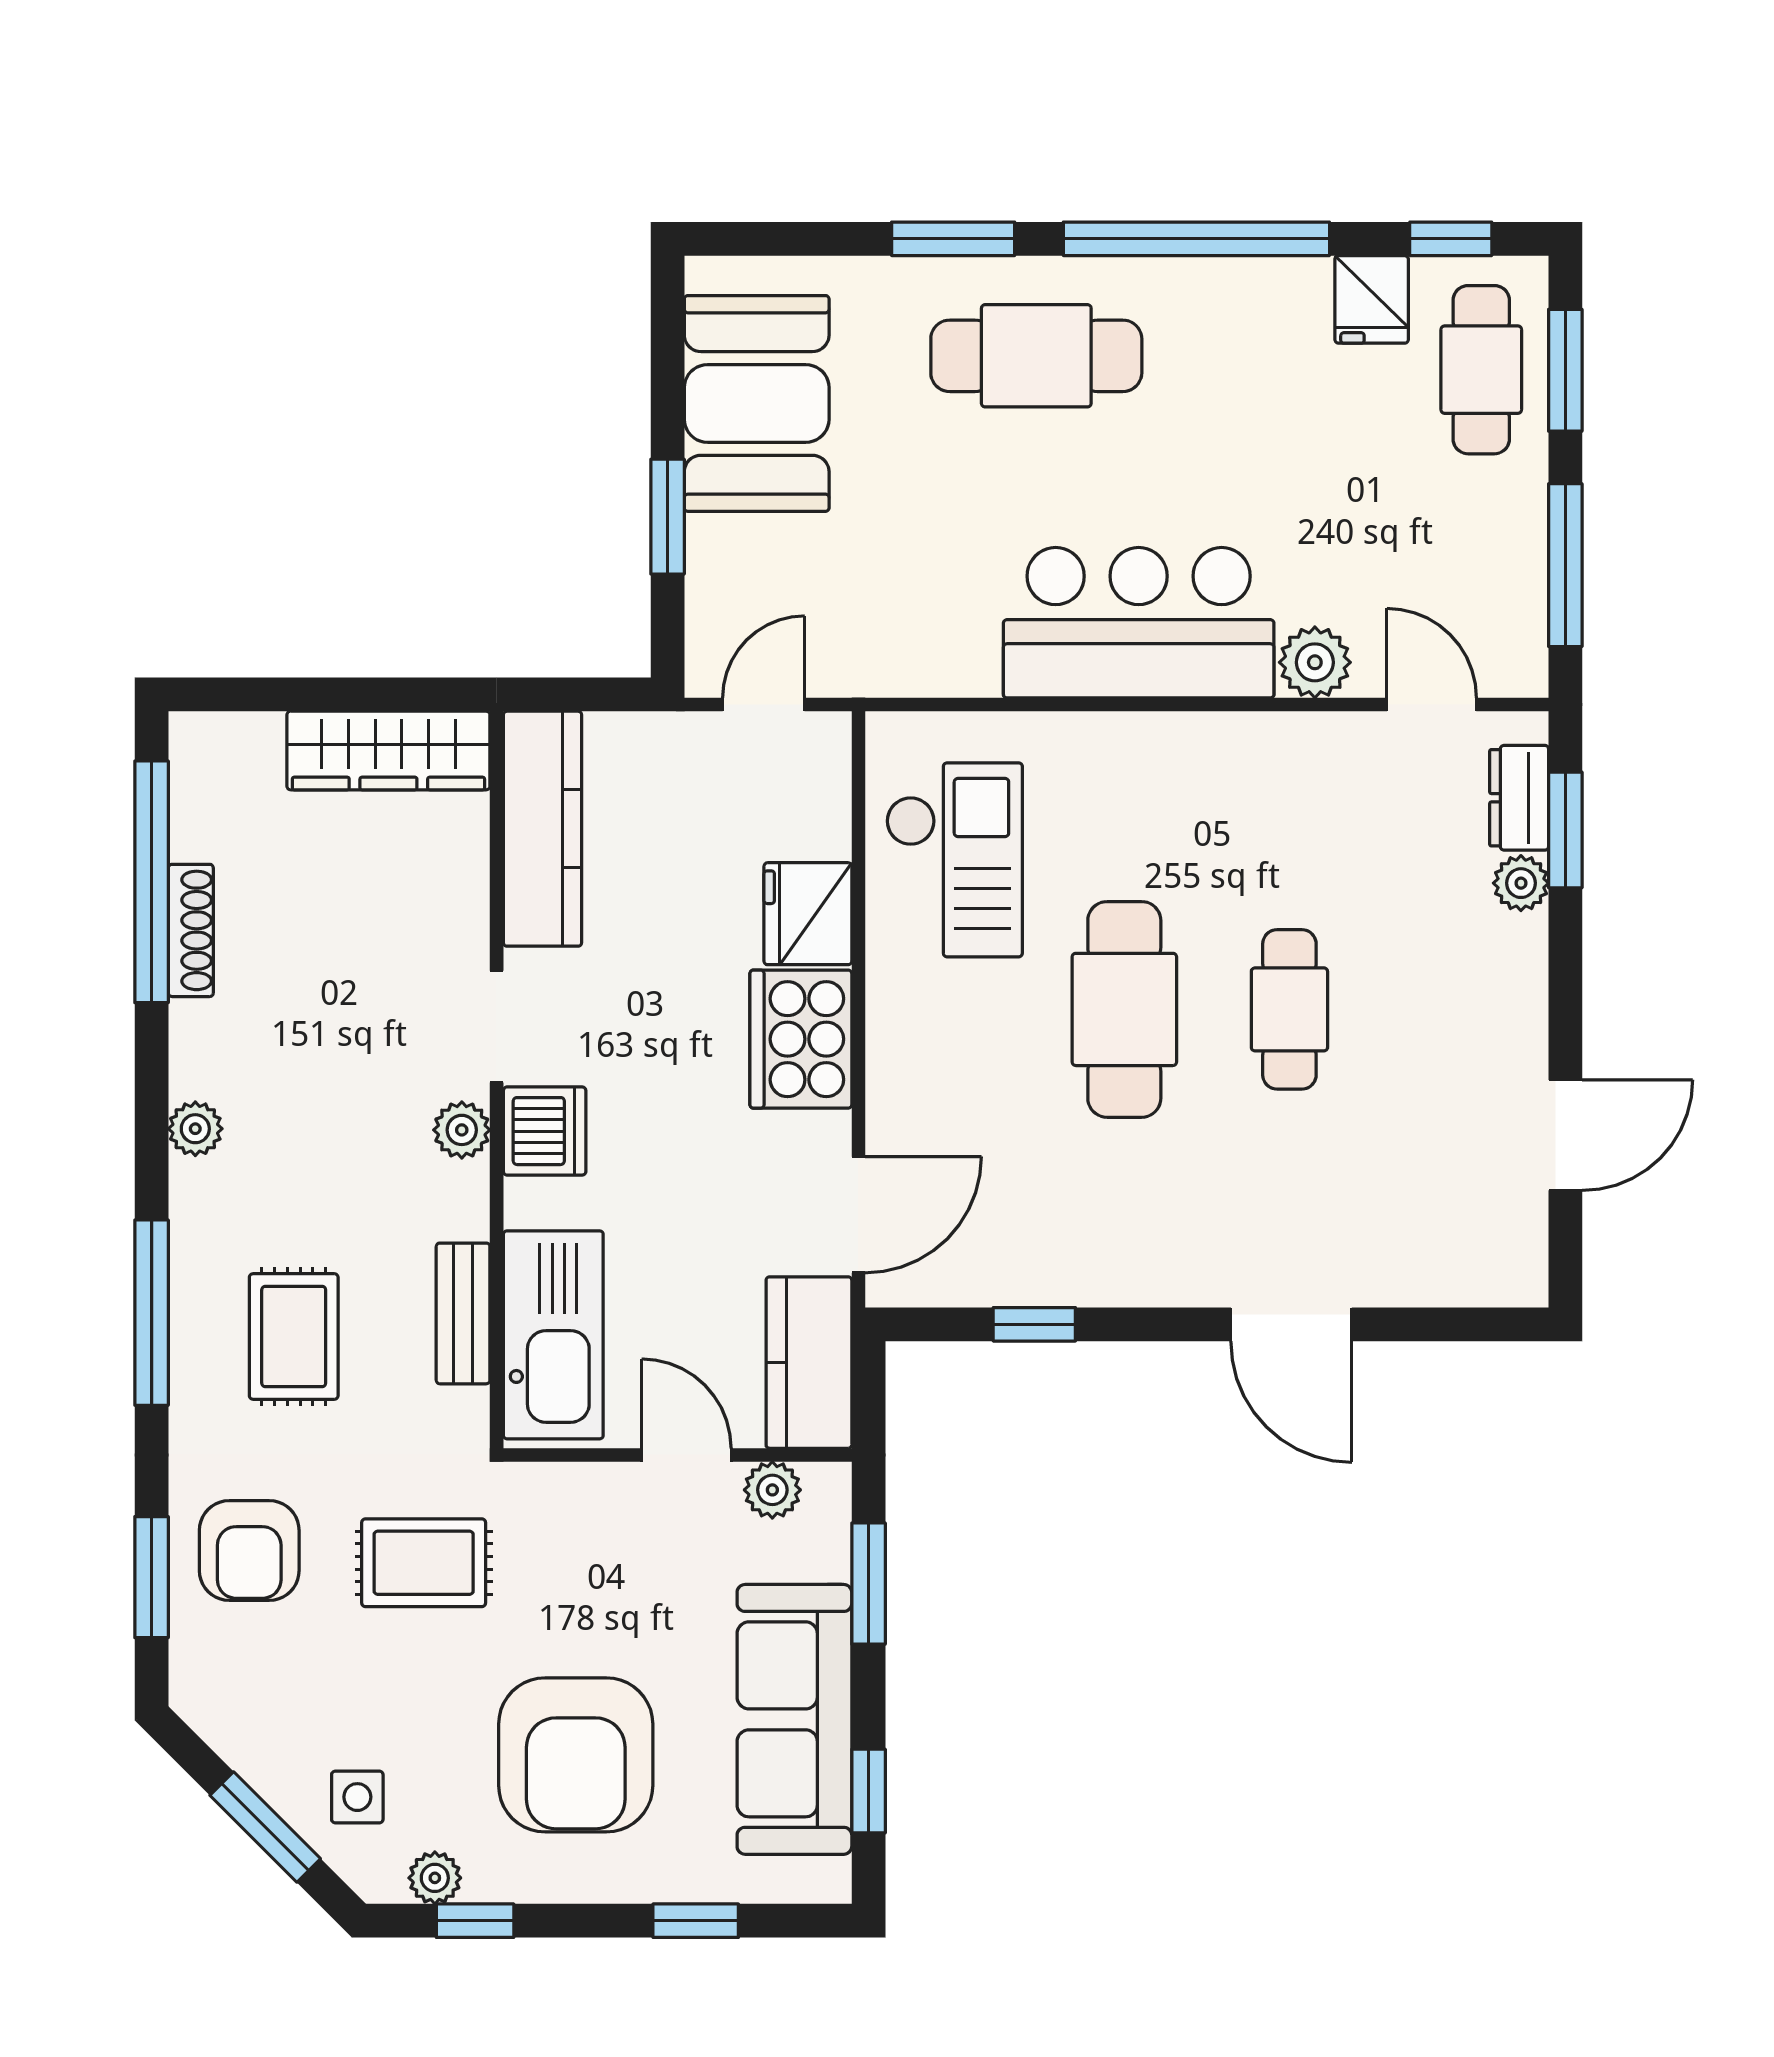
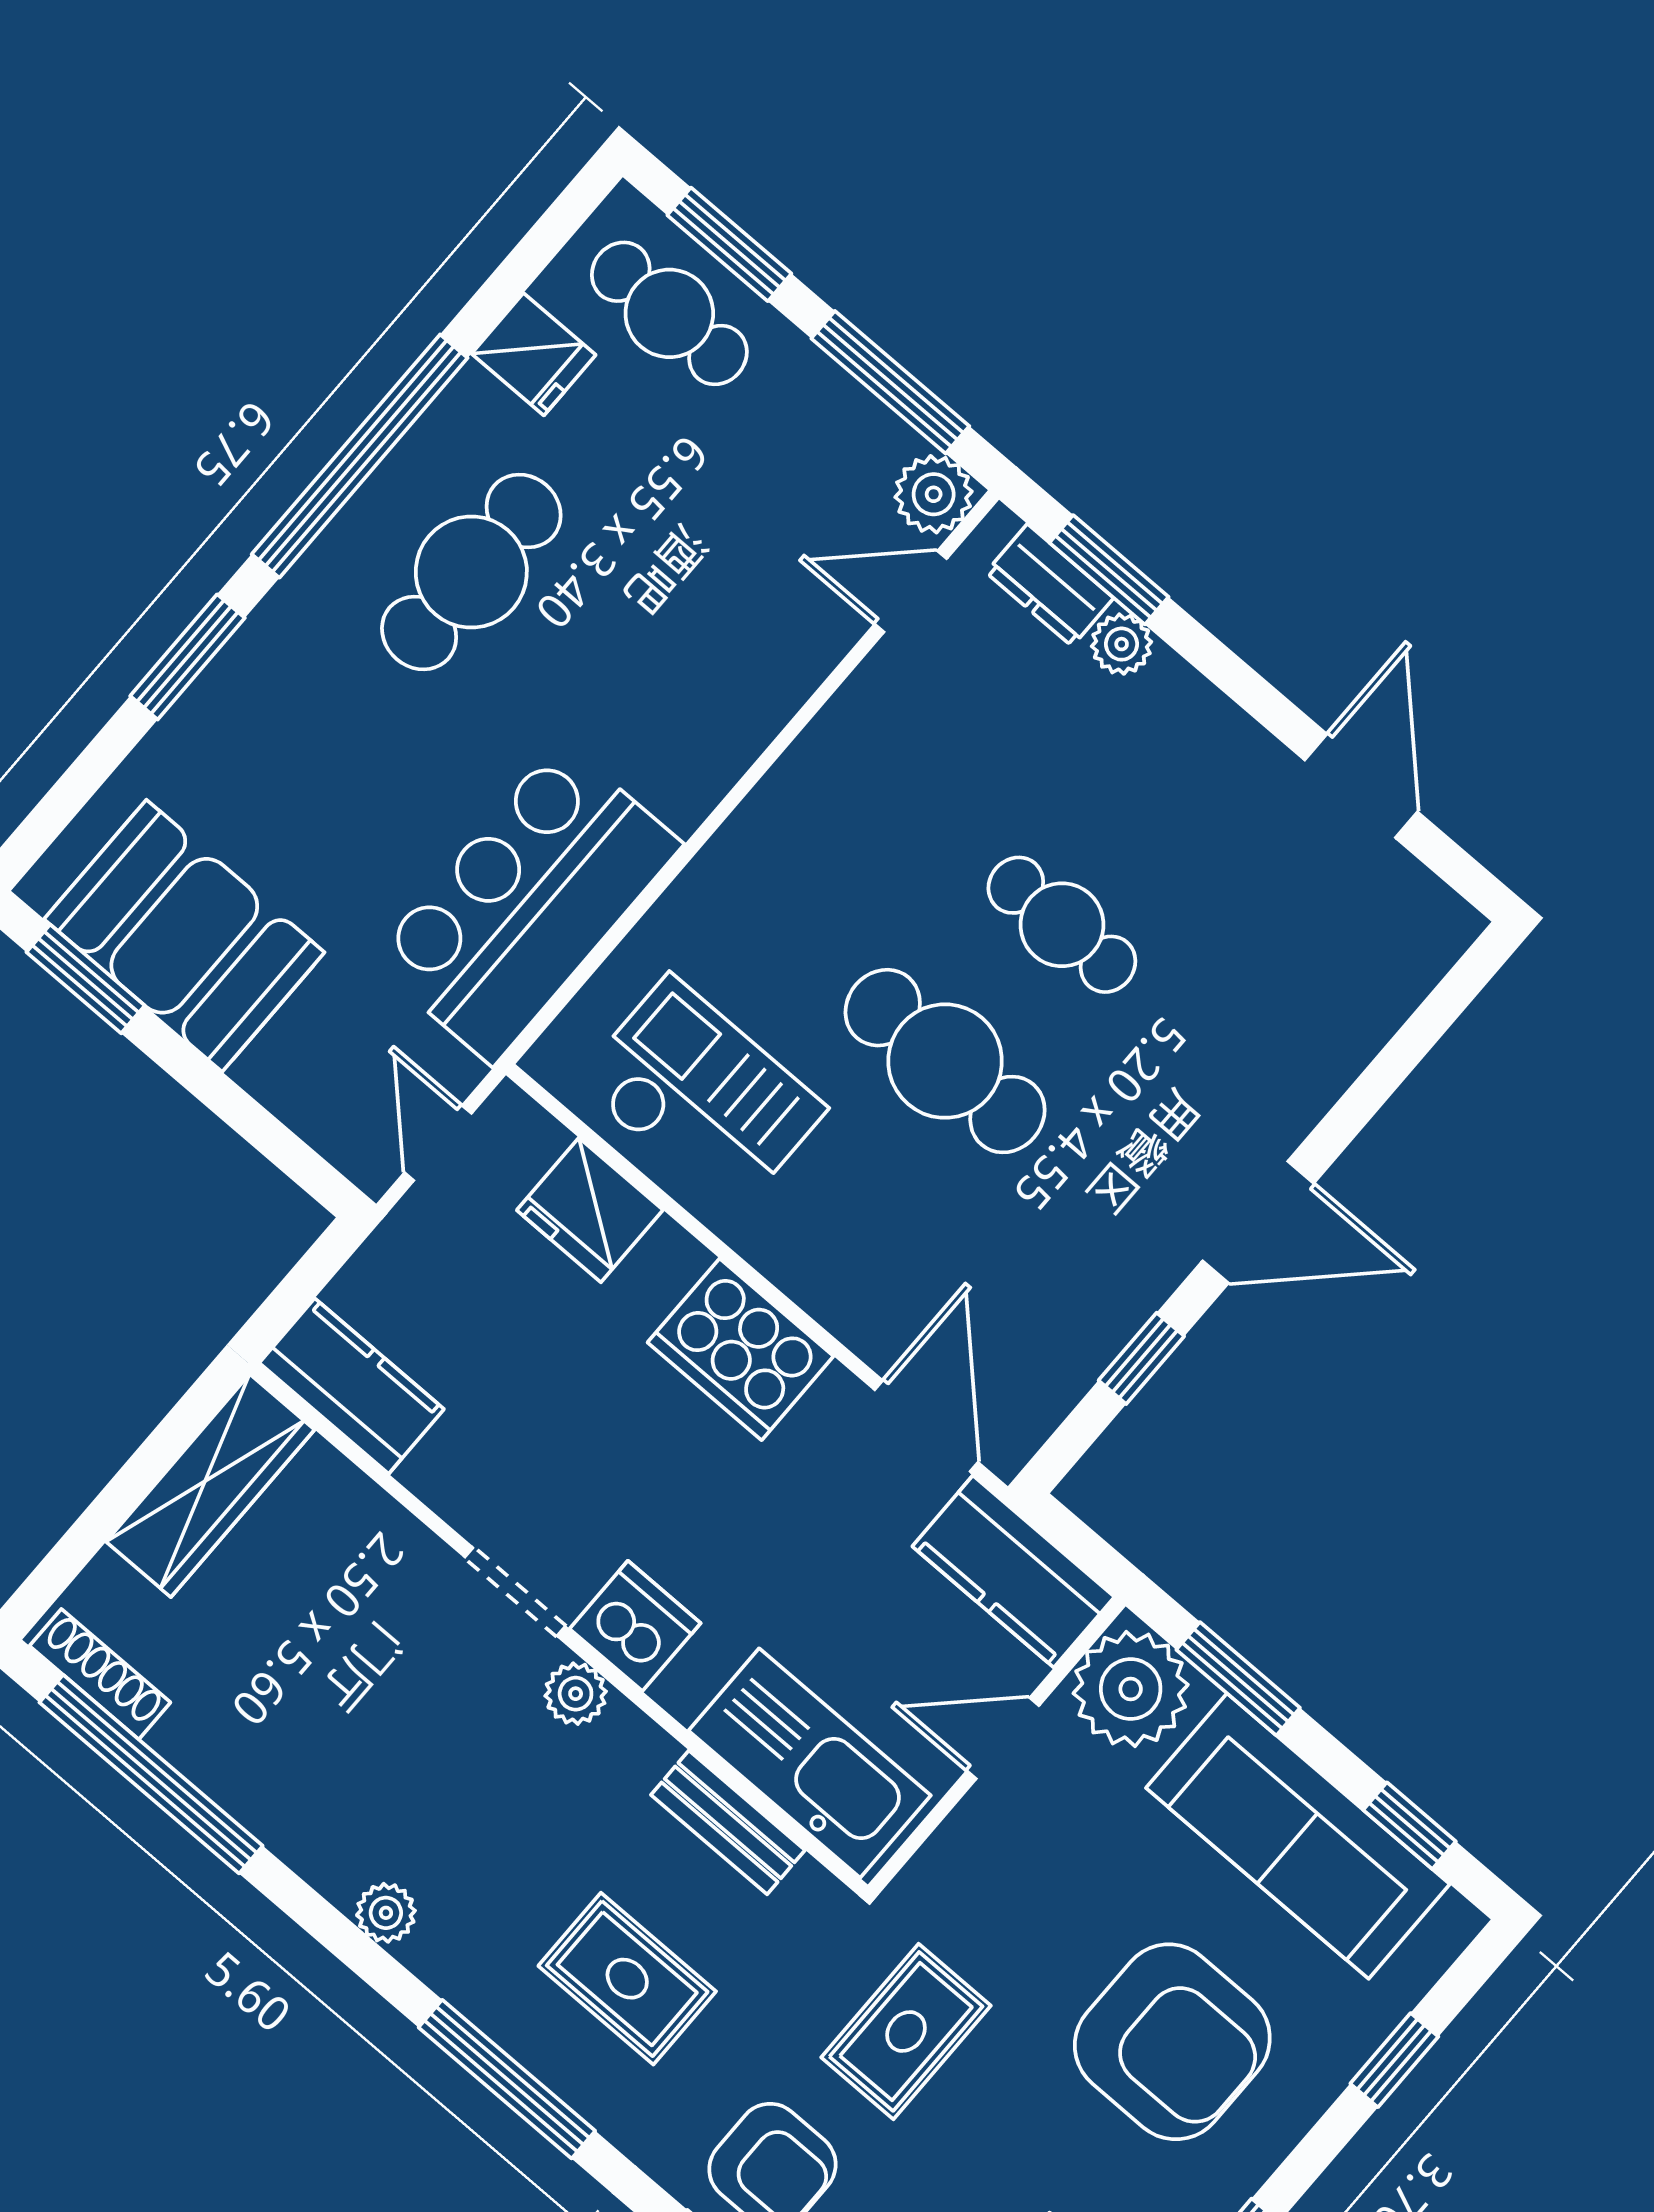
window: (1451, 239) -> (540, 246), removed
cafe table: (1036, 356) -> (471, 572), moved
window: (668, 517) -> (86, 979), moved
bar counter: (1139, 623) -> (527, 903), moved
plant: (1315, 662) -> (934, 494), moved
kitchen counter: (543, 829) -> (352, 1386), width x0.67
fridge: (808, 914) -> (590, 1210), moved
shoe rack: (191, 930) -> (100, 1674), moved
door: (1291, 1324) -> (1258, 1222), moved
plant: (772, 1490) -> (1131, 1689), width x1.87, depth x1.87

